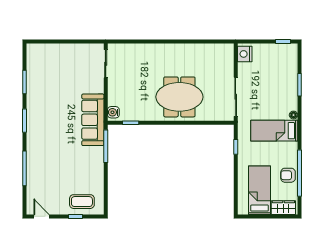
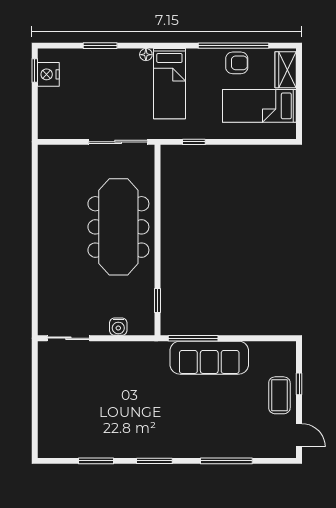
nightstand: (245, 54) -> (48, 74), moved, turned 90
meeting table: (179, 97) -> (118, 227), width x1.36
water cooler: (113, 112) -> (118, 327), moved
sofa: (93, 120) -> (209, 358), moved
armchair: (288, 175) -> (237, 63), turned -90
coffee table: (82, 202) -> (279, 395), moved
door: (41, 216) -> (299, 435), swing flipped

